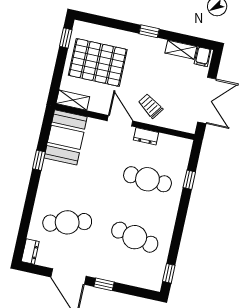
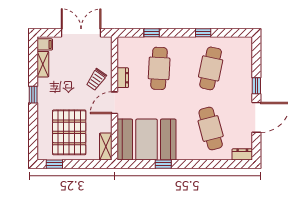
booth: (66, 137) -> (147, 140), width x1.36, depth x1.42
window: (169, 273) -> (203, 33), moved

